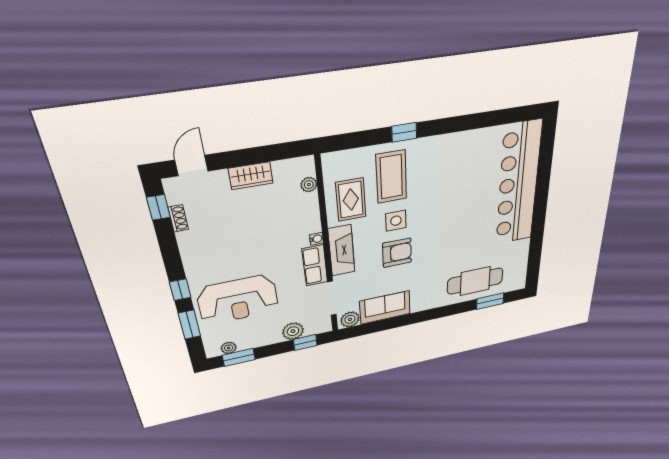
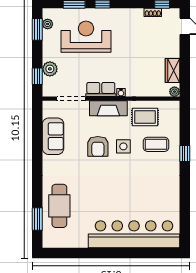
wardrobe: (251, 176) -> (172, 71), moved
coffee table: (391, 177) -> (156, 144), width x0.73, depth x0.76
plant: (309, 185) -> (174, 92), moved
reception desk: (238, 300) -> (86, 37), turned 90
plant: (350, 319) -> (49, 110), removed

